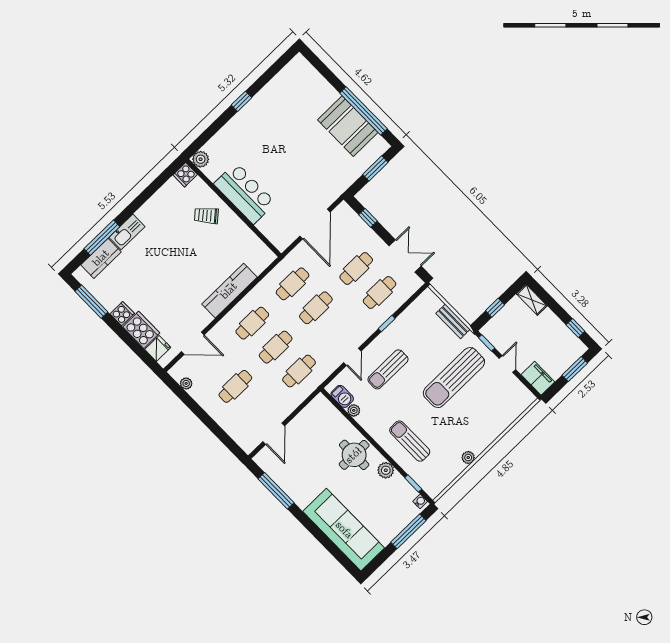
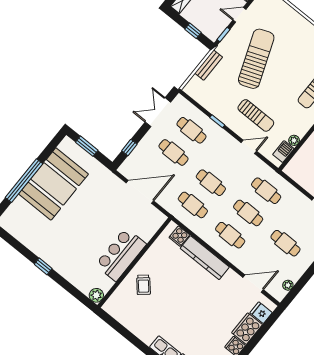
window: (363, 111) -> (24, 181), moved
booth: (348, 126) -> (53, 184), width x1.36, depth x1.42
cooker: (185, 175) -> (179, 236), moved, turned 90
door: (193, 343) -> (253, 284), hinge flipped
sun lounger: (454, 378) -> (256, 59), turned -111

